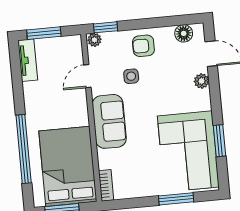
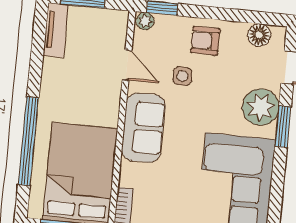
door: (87, 76) -> (127, 65), swing flipped
plant: (202, 81) -> (261, 107), width x1.88, depth x1.88
window: (219, 141) -> (283, 126), moved

